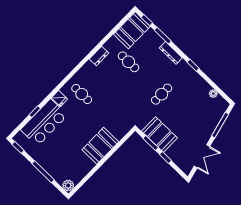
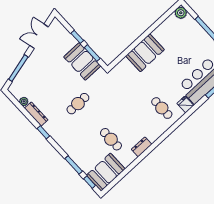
dresser: (171, 53) -> (36, 114), moved

